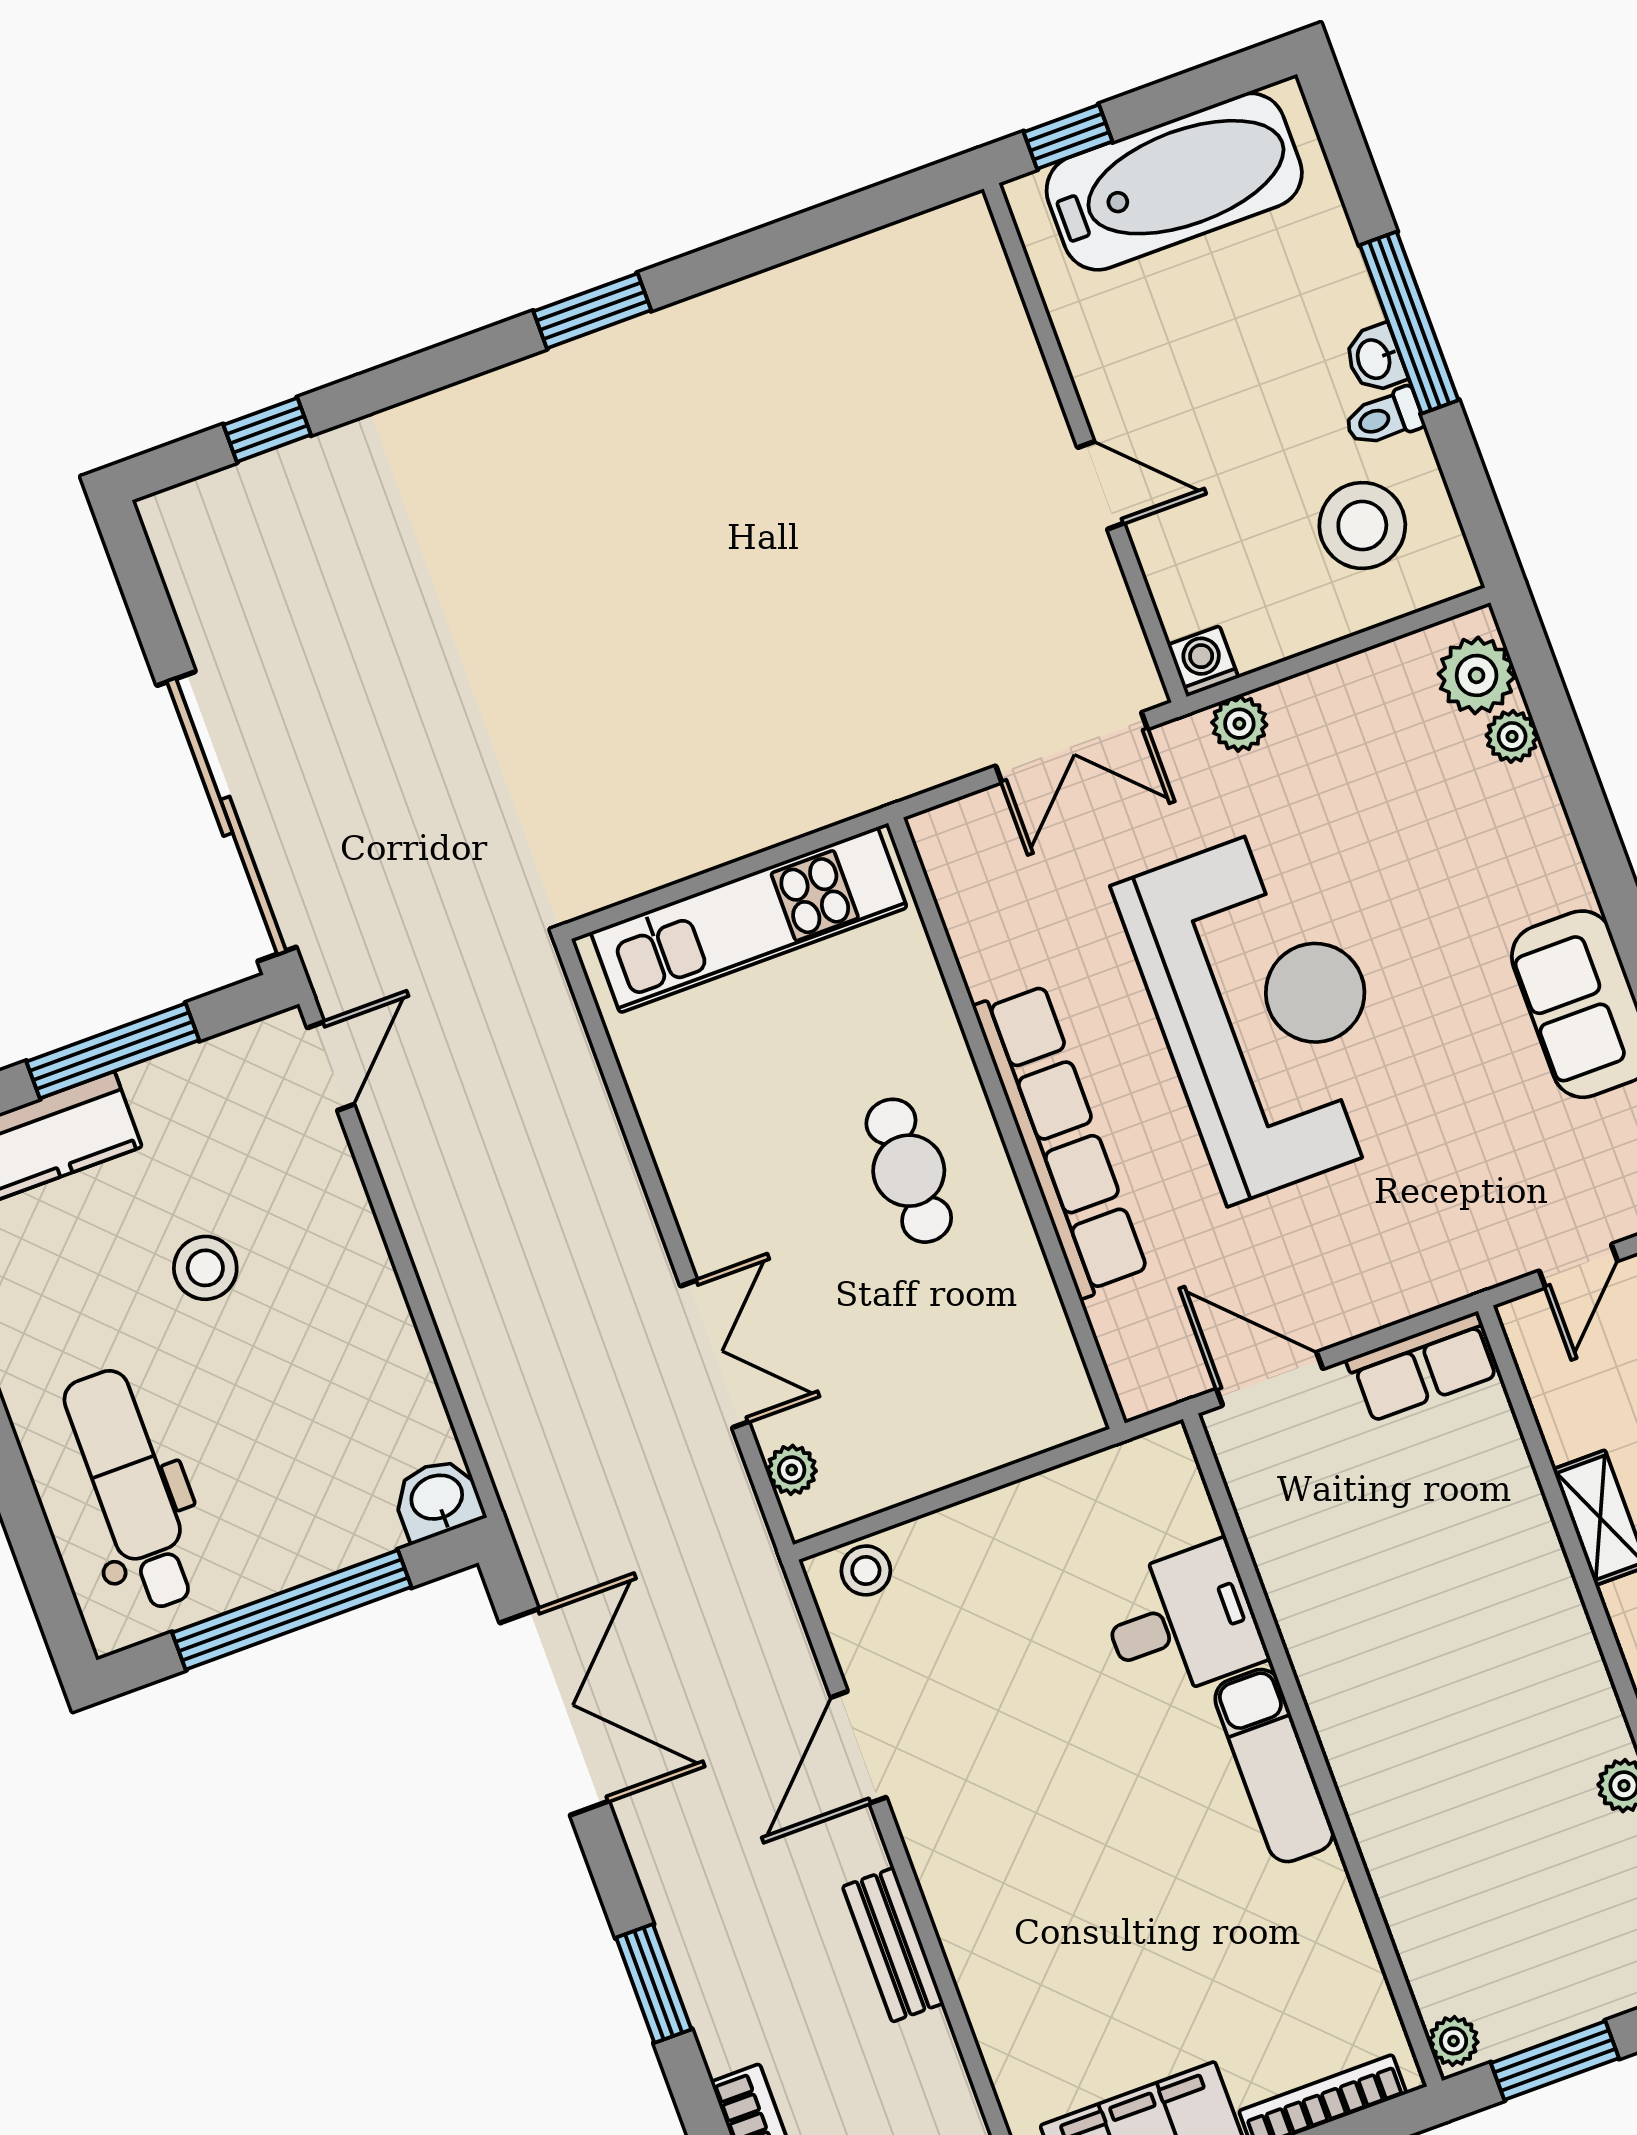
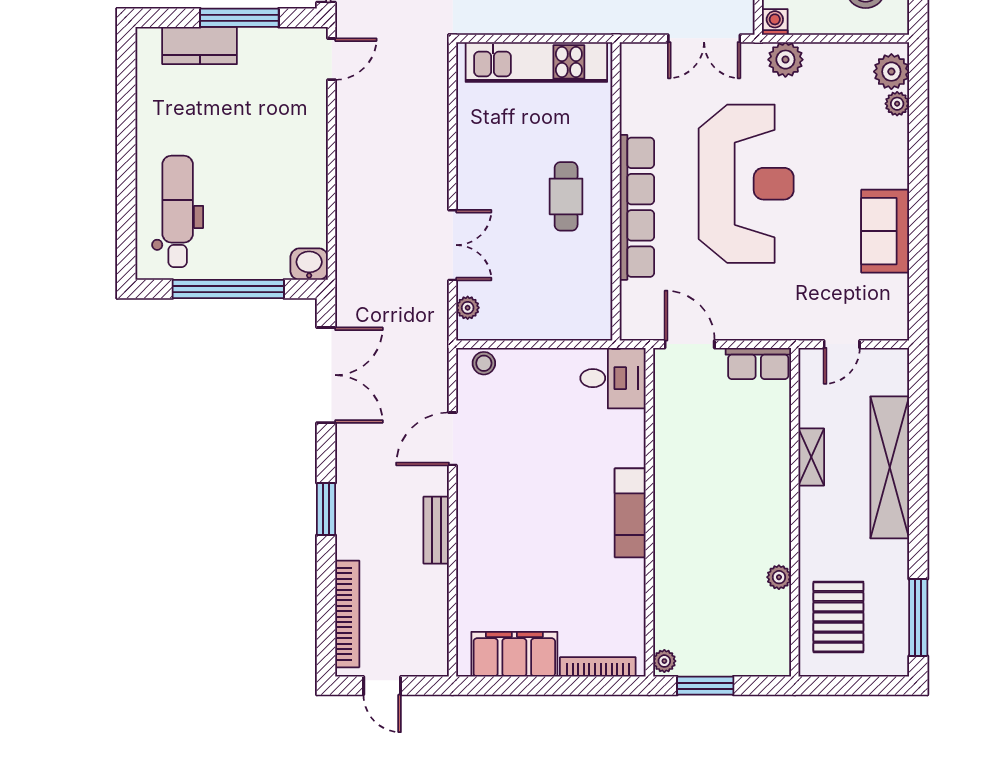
plant: (1239, 724) -> (785, 60), width x1.38, depth x1.38
stool: (205, 1268) -> (245, 127), removed
desk: (1182, 1622) -> (613, 378), moved

